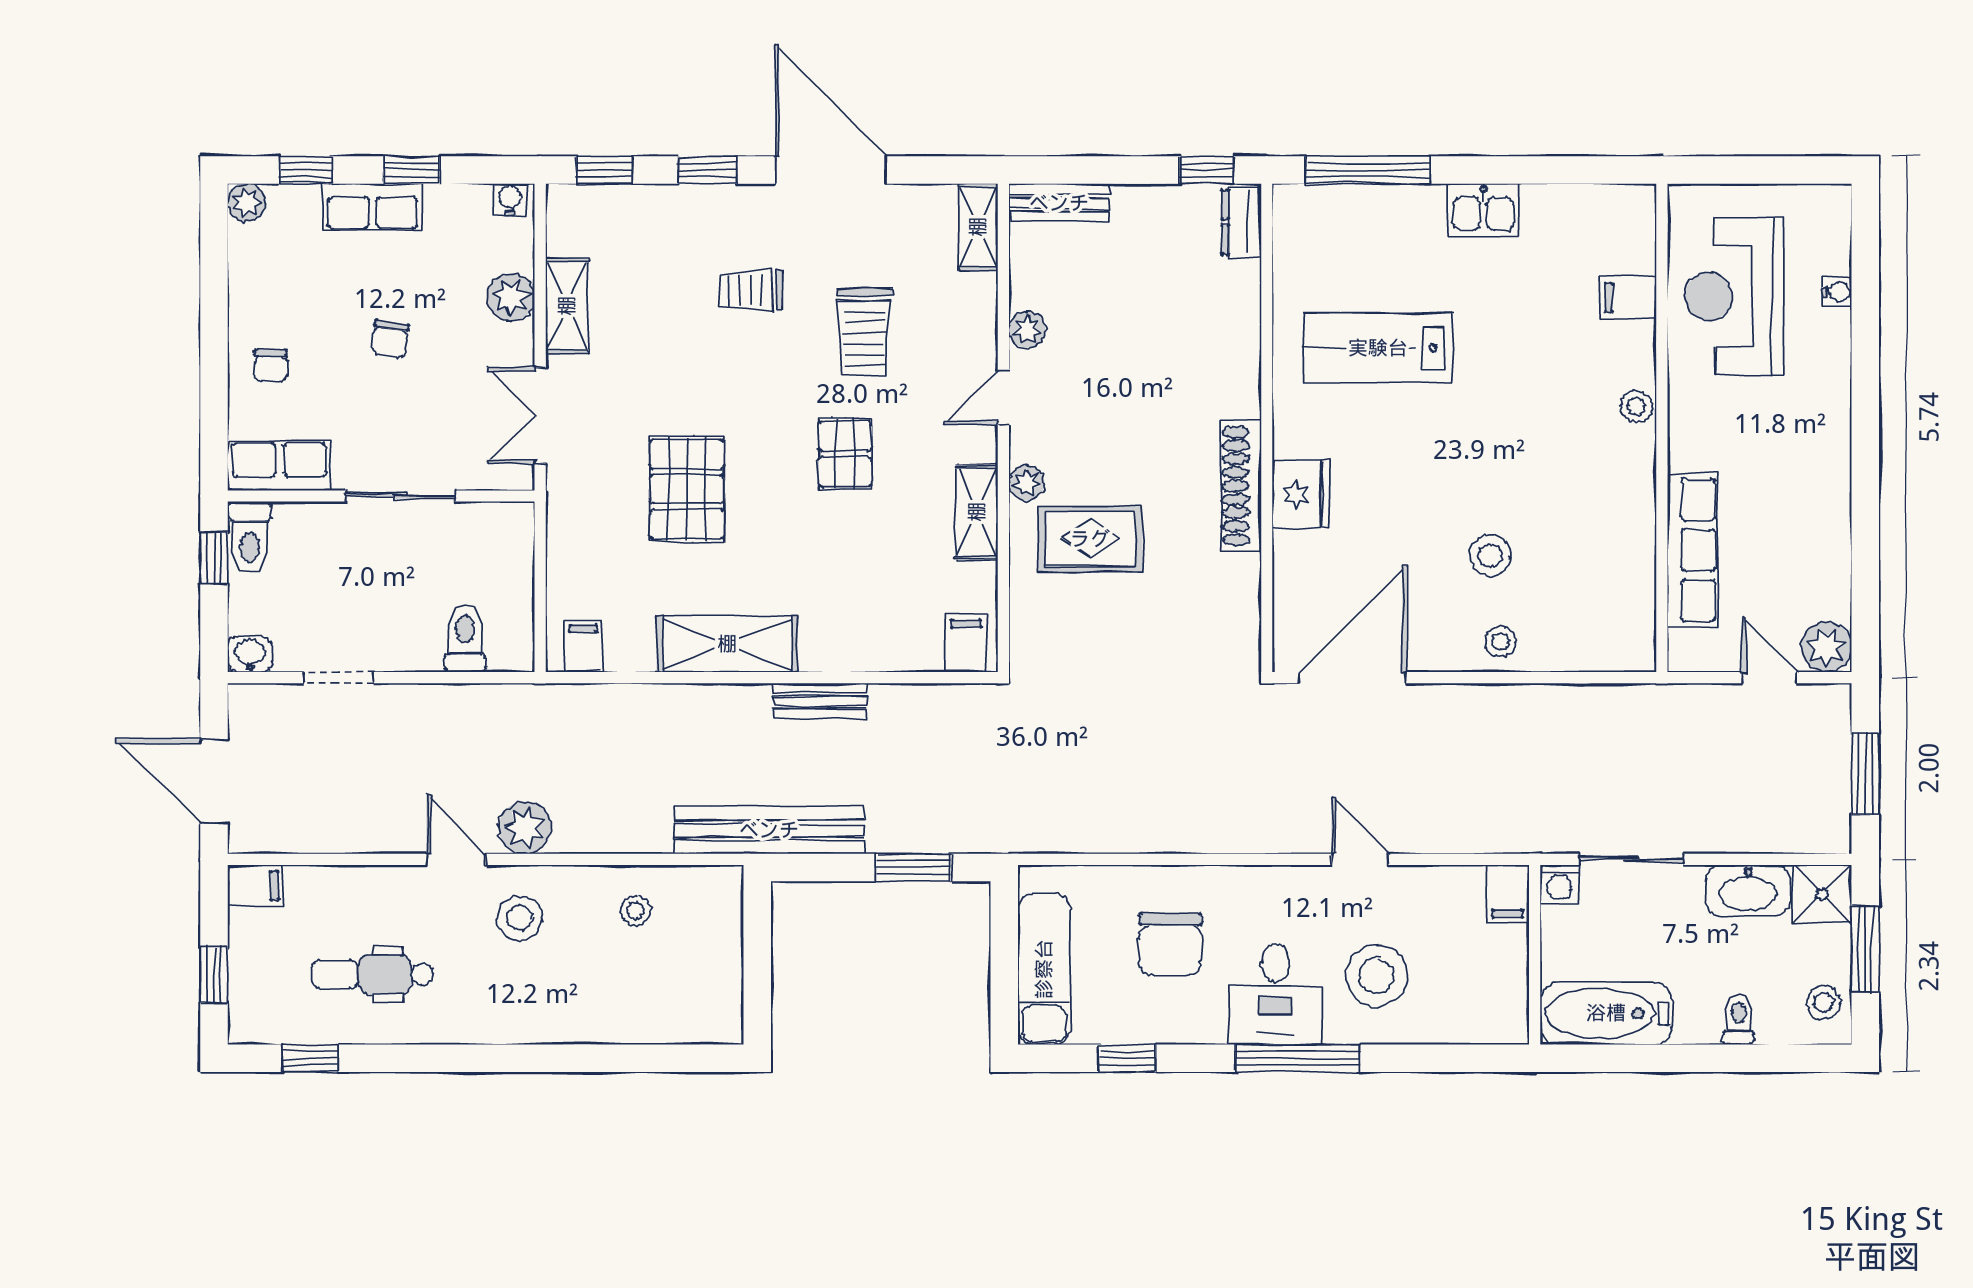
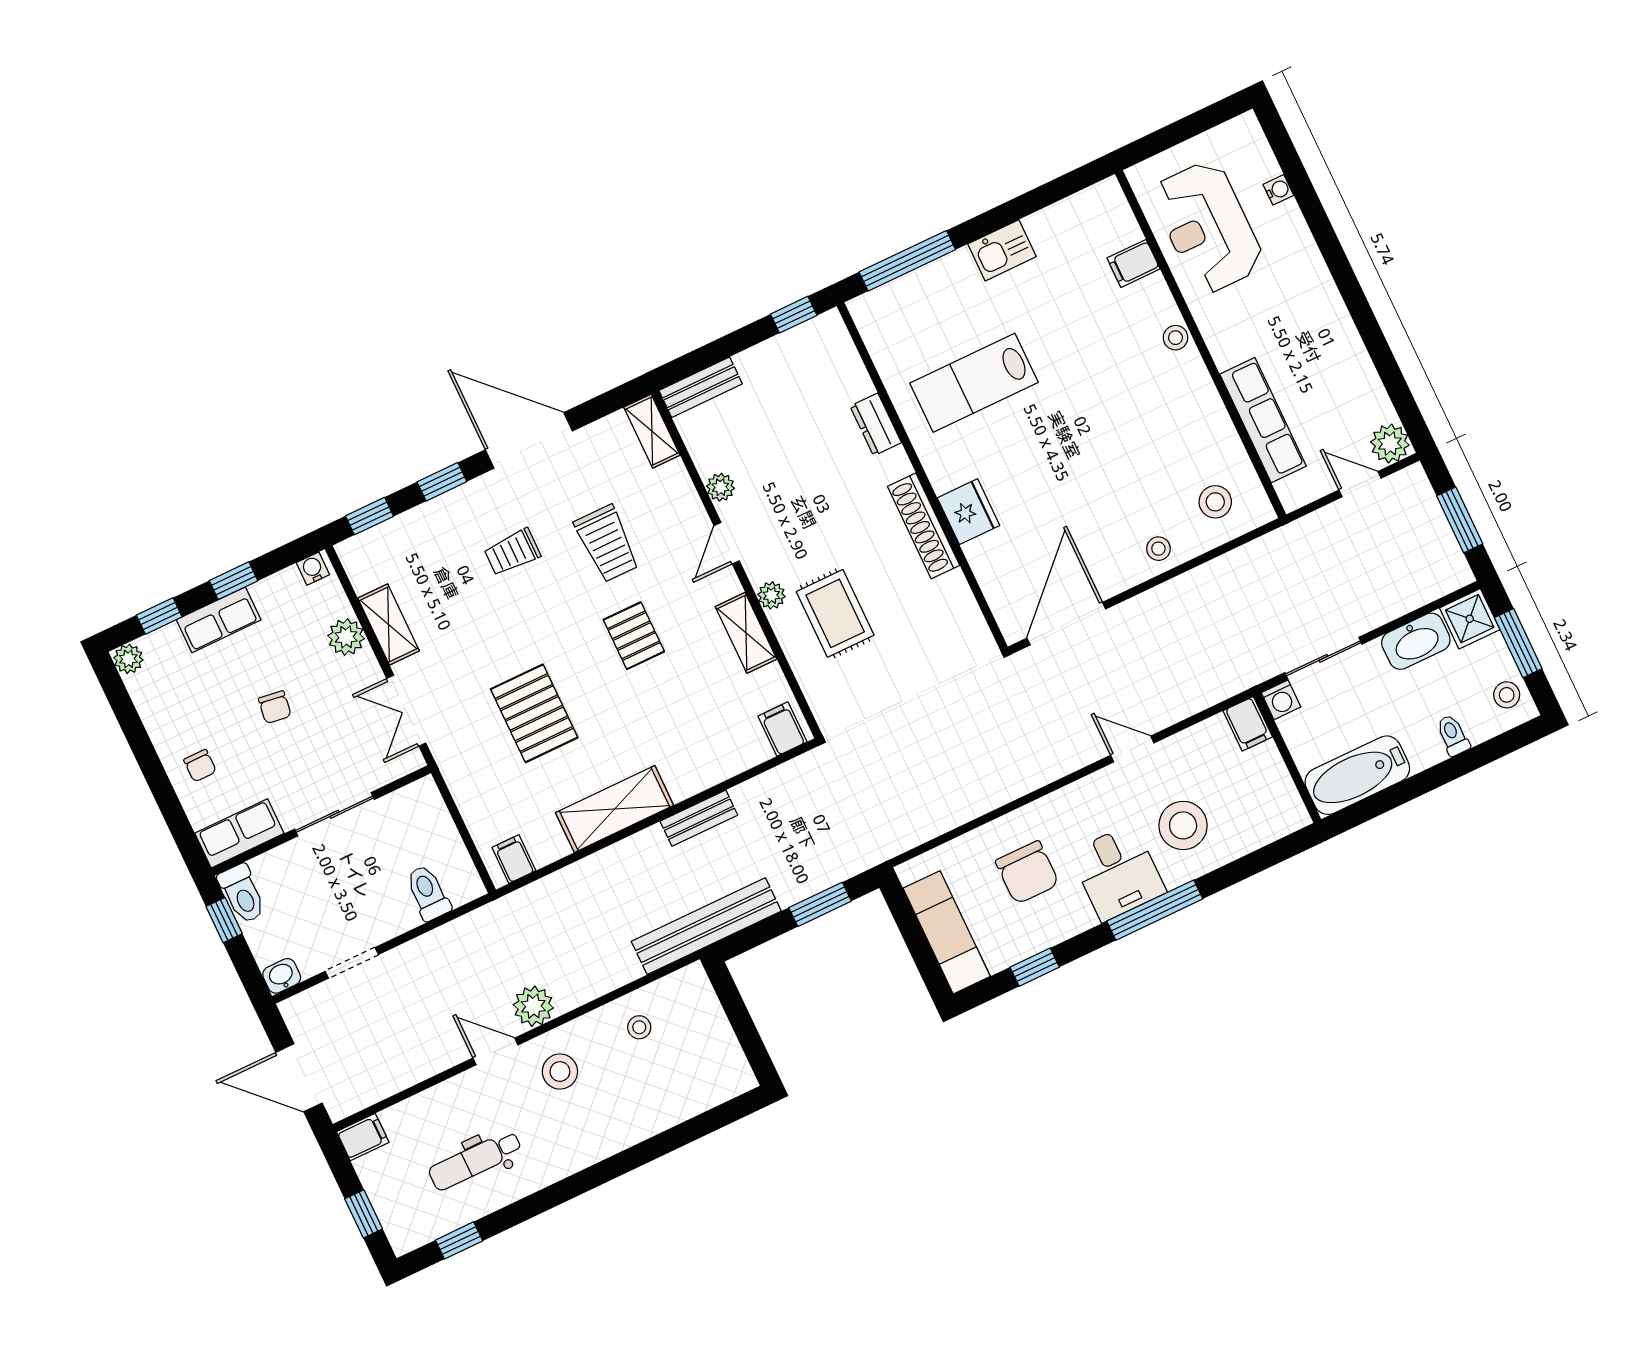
dresser: (1241, 222) -> (876, 424), moved
rug: (1090, 539) -> (835, 613), turned 90
stool: (1490, 556) -> (1215, 502), moved

